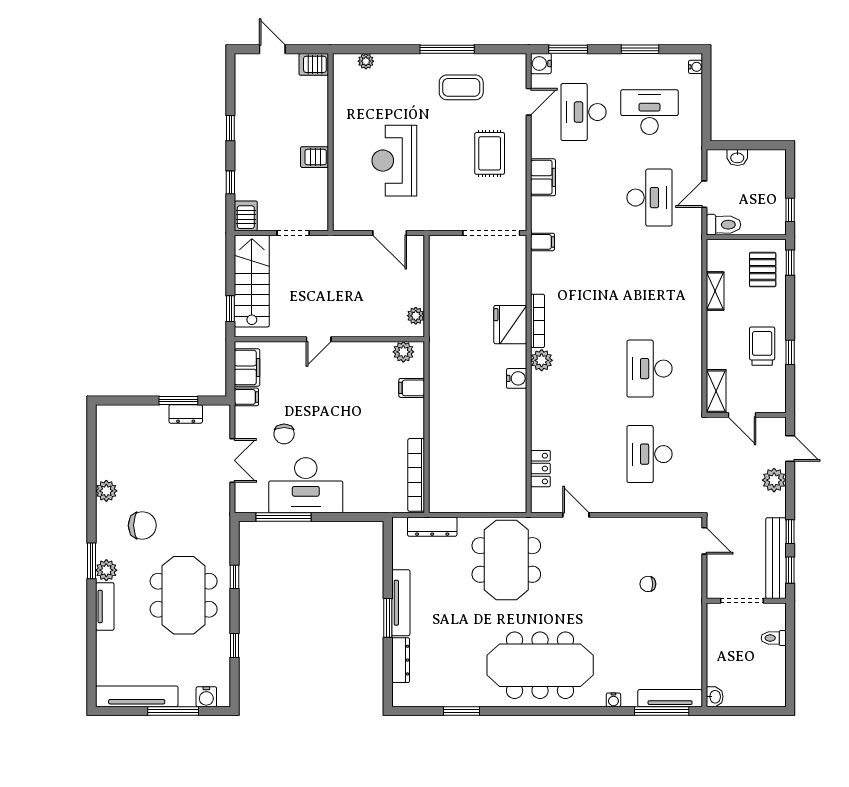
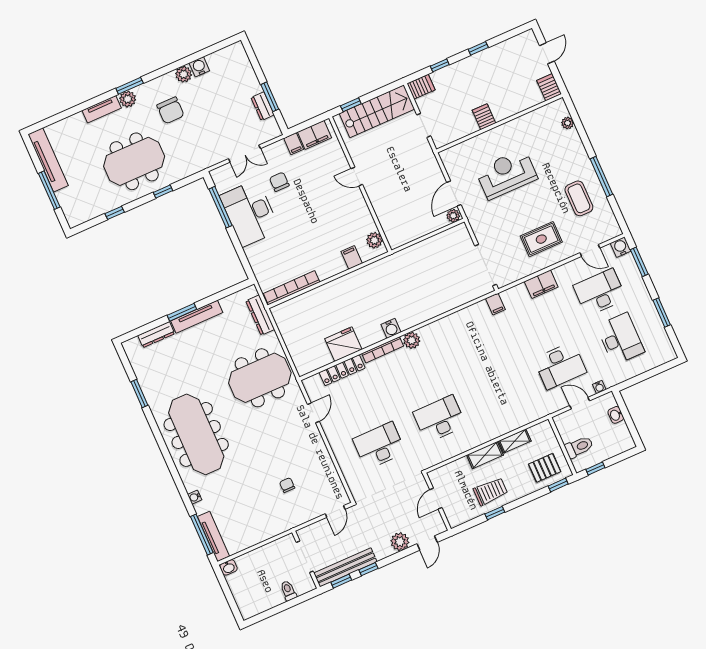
water cooler: (695, 67) -> (599, 387), moved
toilet: (724, 225) -> (579, 447), moved, turned -90
plant: (416, 316) -> (453, 216), moved
bookcase: (538, 321) -> (383, 350), moved
fridge: (510, 325) -> (343, 344), moved
shelving: (716, 391) -> (485, 455), moved
chair: (284, 434) -> (279, 182), turned 90
locker: (540, 469) -> (342, 370), width x1.53
water cooler: (206, 697) -> (199, 67), moved, turned 90

